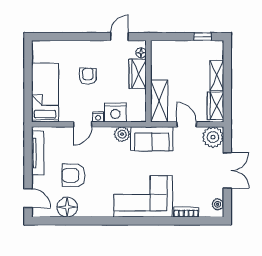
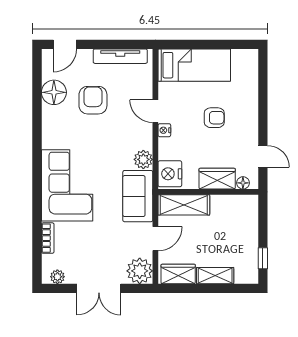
nightstand: (115, 113) -> (170, 174), moved

